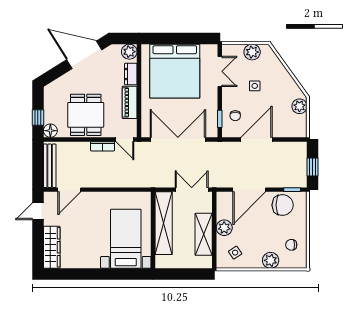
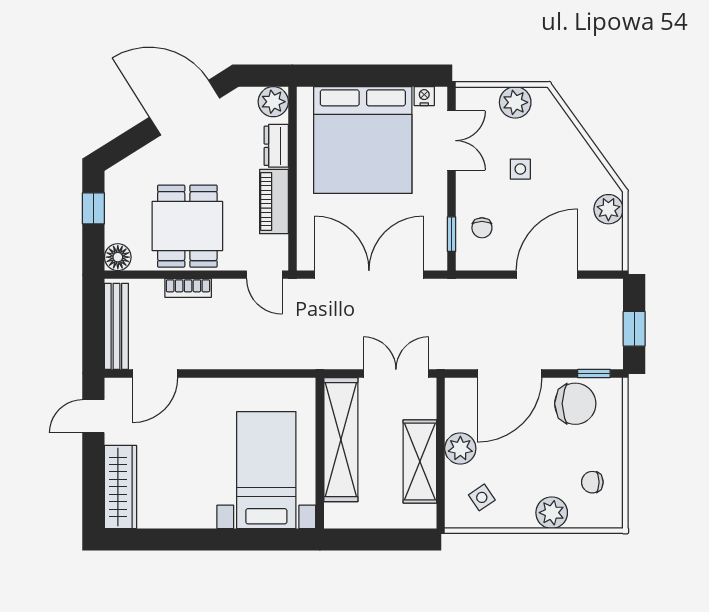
nightstand: (206, 49) -> (424, 96), added
window: (38, 118) -> (93, 208), moved
door: (257, 139) -> (547, 275), moved
bookcase: (103, 146) -> (188, 288), moved

